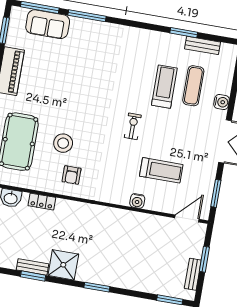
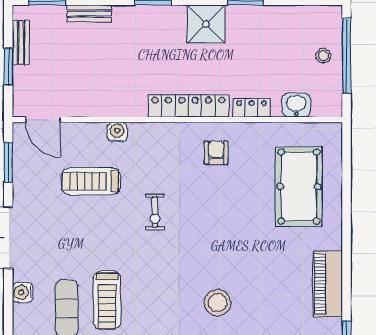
exercise bike: (133, 126) -> (155, 212), moved
stool: (63, 143) -> (218, 303), moved
locker: (85, 211) -> (188, 106), added
door: (187, 218) -> (43, 120), hinge flipped
bench: (33, 267) -> (89, 13), moved

